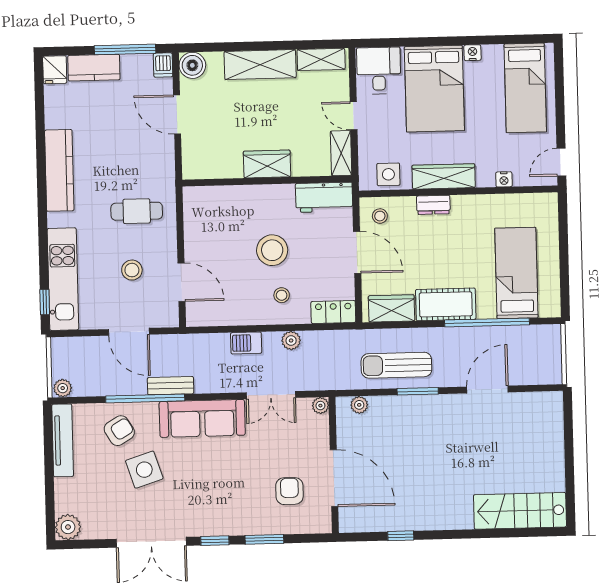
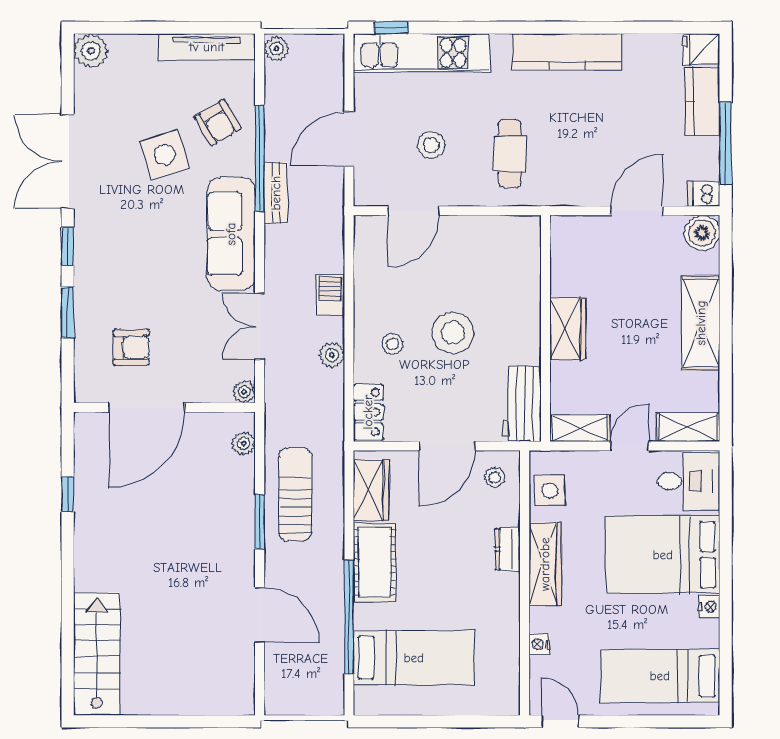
shelving: (321, 59) -> (688, 427), moved, turned 90

